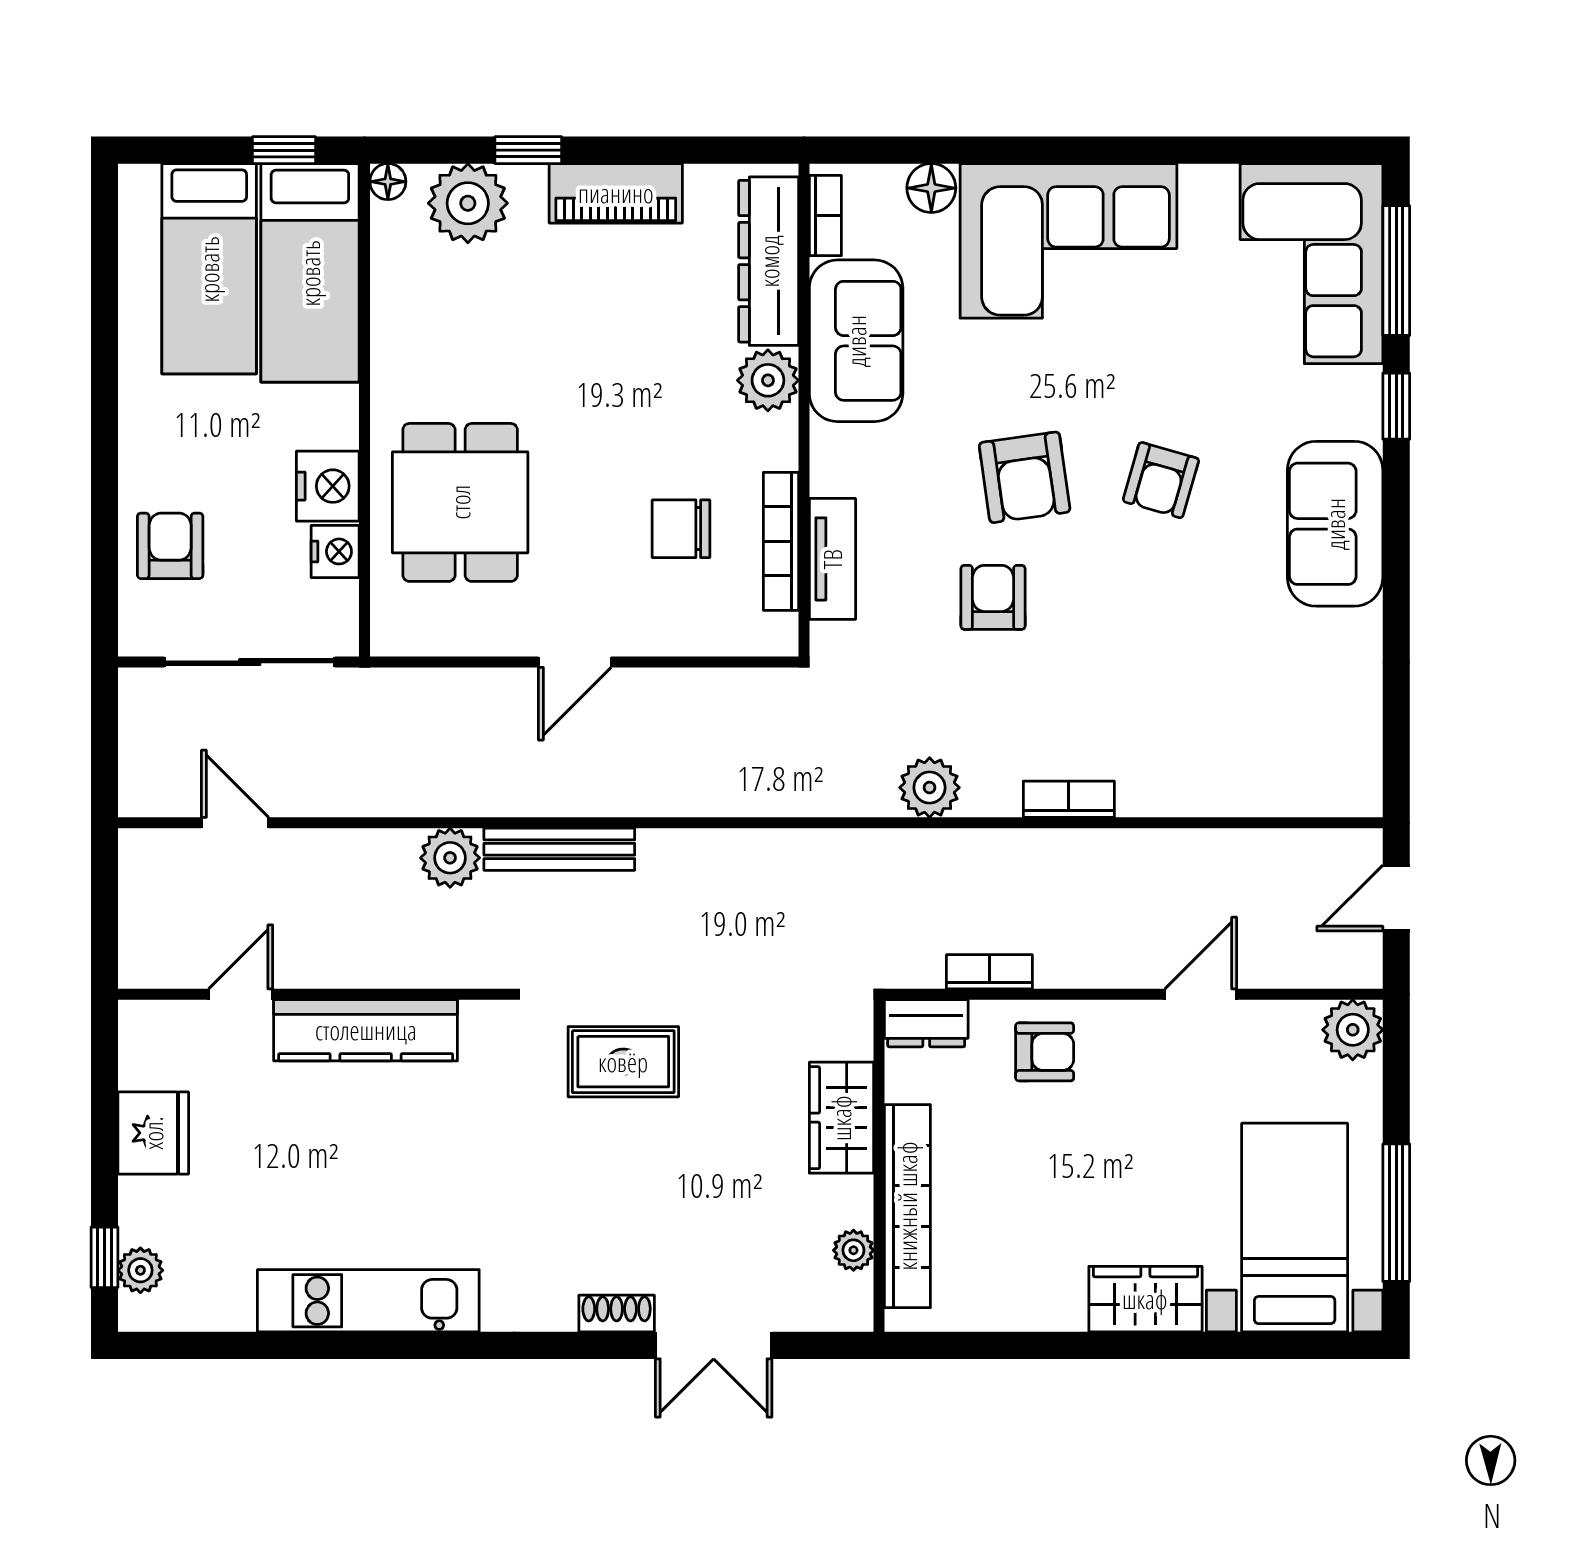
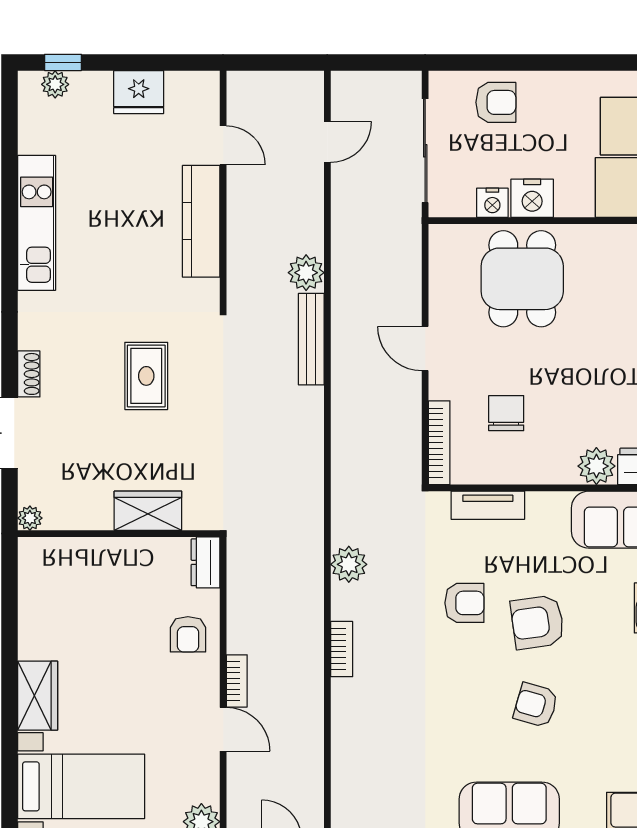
dining table: (460, 502) -> (522, 279), turned 90
bookcase: (781, 541) -> (439, 443), moved, turned 90
bookcase: (989, 972) -> (237, 681), moved
rug: (623, 1062) -> (146, 376), moved
bookcase: (907, 1206) -> (94, 551), removed
plant: (853, 1250) -> (30, 518), moved

